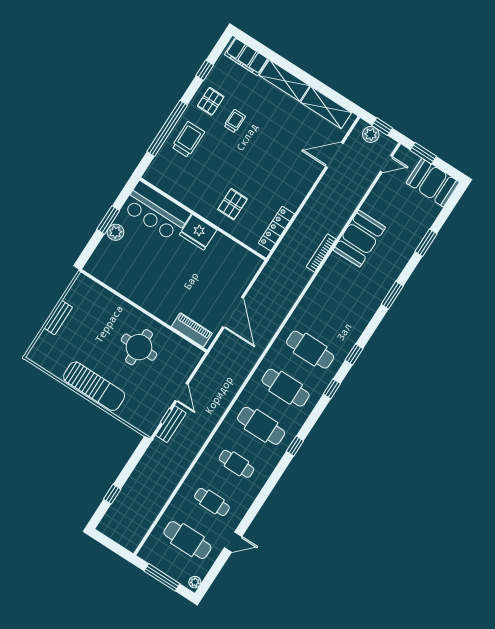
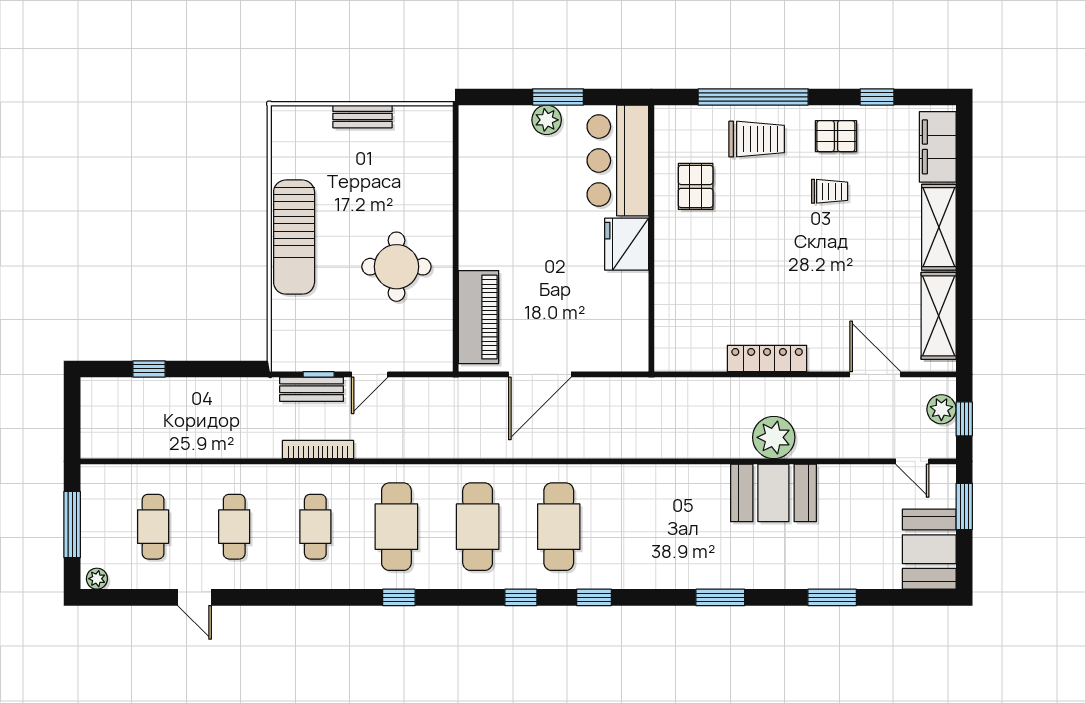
pallet: (232, 204) -> (696, 186), moved, turned 90
plant: (333, 222) -> (774, 437), added
locker: (276, 229) -> (767, 358), moved
bookcase: (321, 253) -> (318, 450), moved
piano: (192, 330) -> (479, 317), width x1.37, depth x1.33
cafe table: (187, 540) -> (153, 527), width x0.73, depth x0.74

